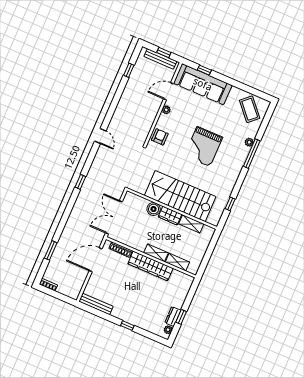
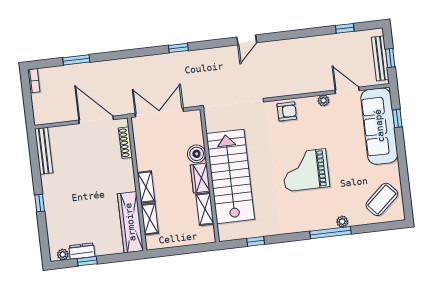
wardrobe: (150, 266) -> (130, 222), moved

